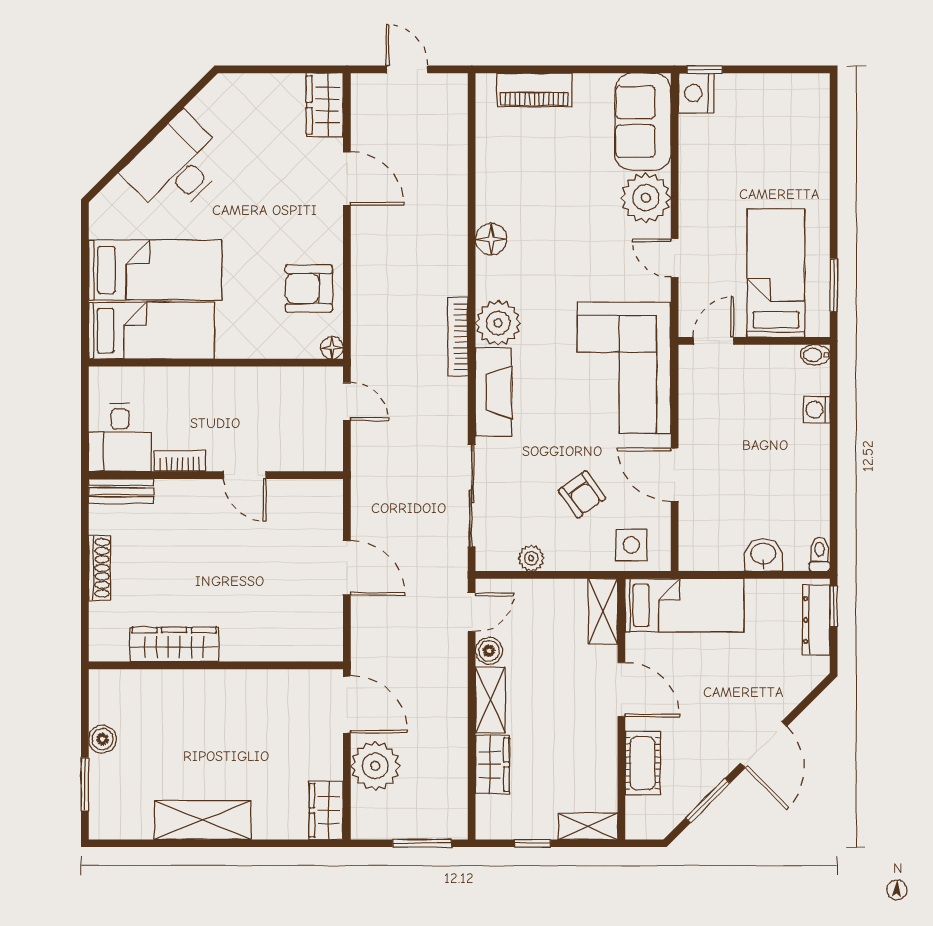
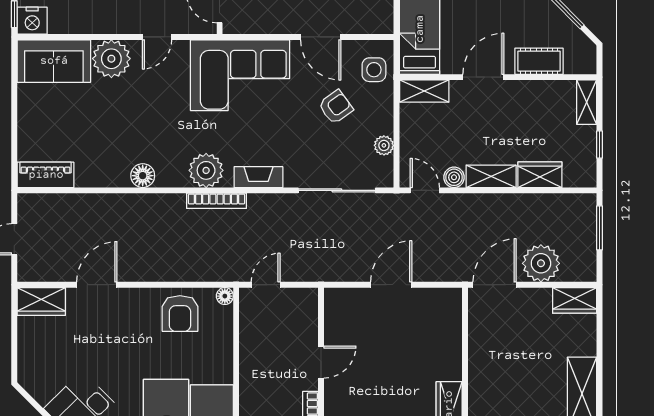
piano: (534, 90) -> (46, 175), moved, turned -90
fireplace: (494, 392) -> (258, 177), width x0.73, depth x0.76
door: (675, 475) -> (321, 37), hinge flipped

